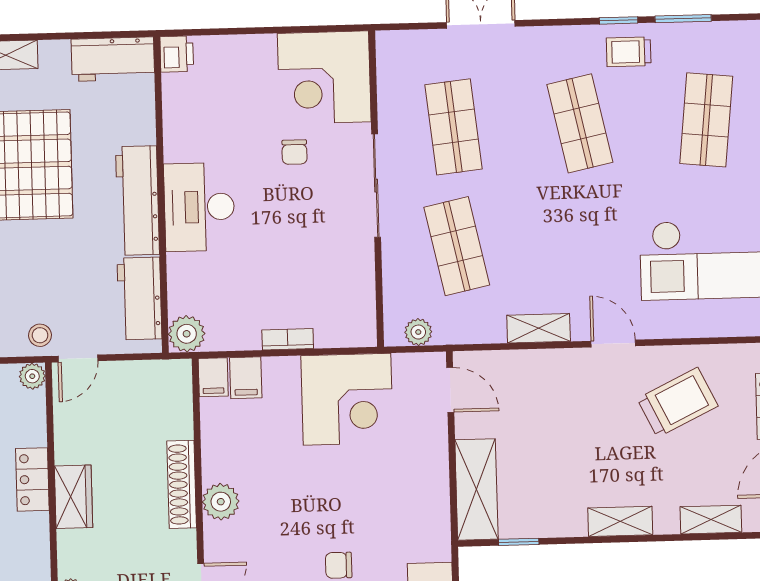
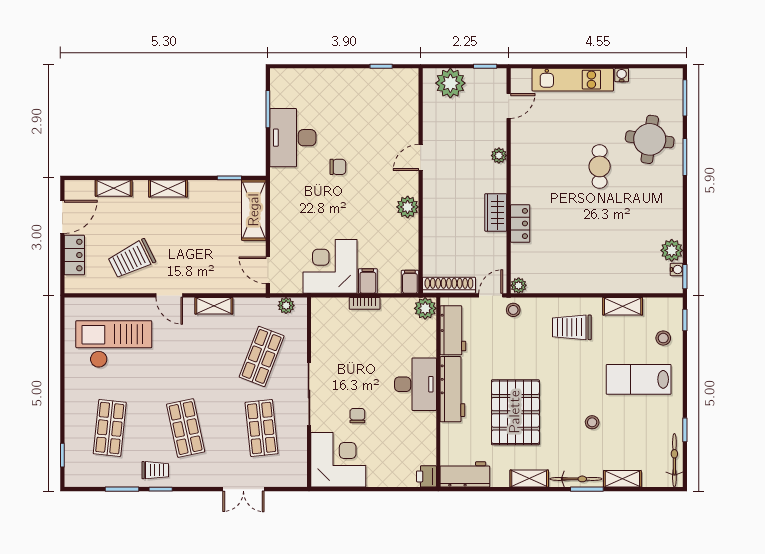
shop shelf: (457, 246) -> (262, 356), turned 33
filing cabinet: (246, 378) -> (368, 281), moved
shoe rack: (182, 484) -> (449, 285), moved, turned -90

